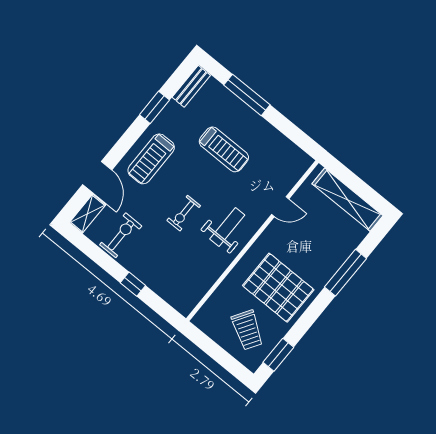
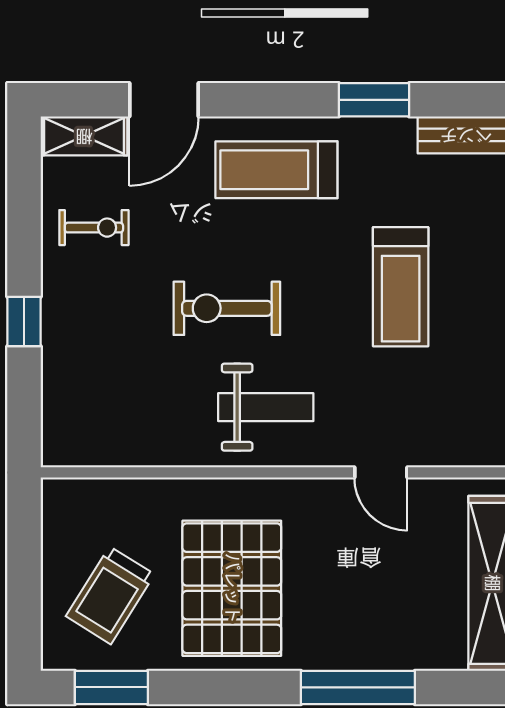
exercise bike: (184, 213) -> (227, 308), width x1.38, depth x1.39
exercise bike: (121, 235) -> (94, 228), width x0.73, depth x0.72

